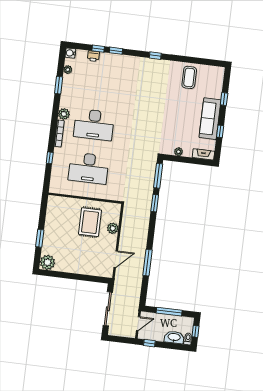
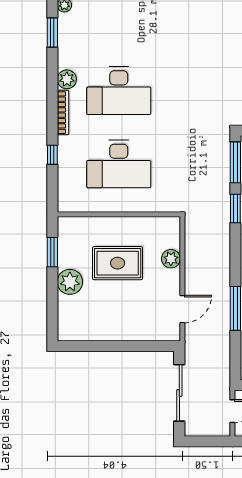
rug: (90, 222) -> (118, 263), moved, turned 90
window: (40, 238) -> (52, 252), moved
plant: (47, 262) -> (70, 282), moved

